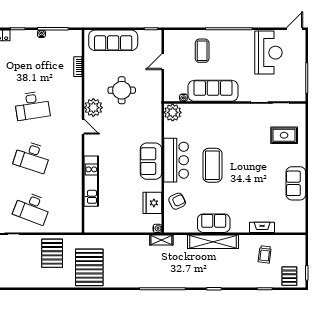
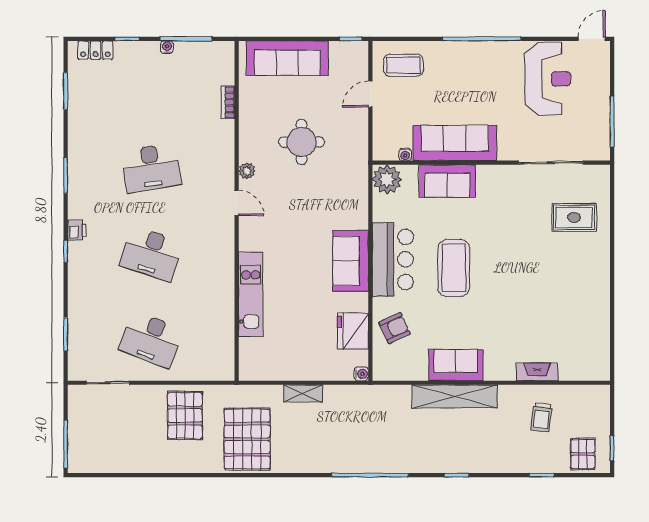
coffee table: (202, 51) -> (403, 65), moved, turned 90
plant: (93, 108) -> (247, 171), width x0.53, depth x0.53
sofa: (296, 183) -> (447, 181), moved, turned -90
shelving: (161, 240) -> (303, 393), moved

